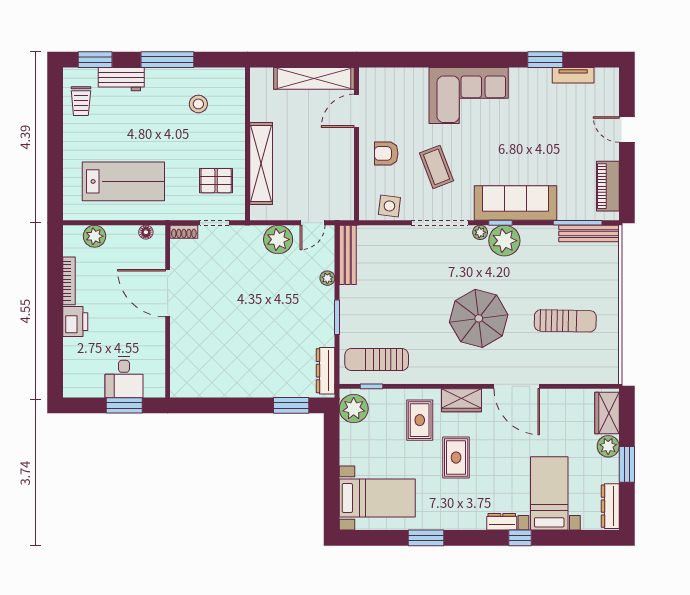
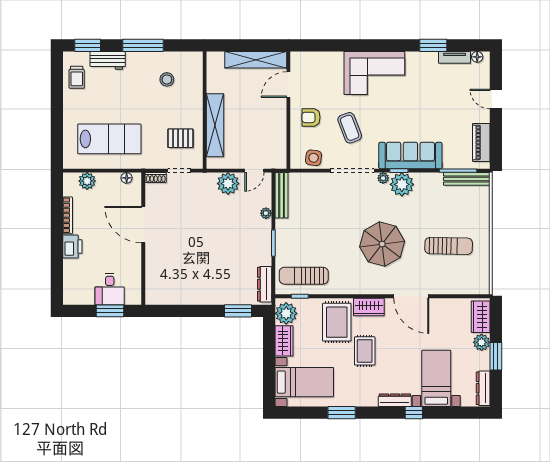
floor lamp: (603, 75) -> (477, 57), added
rug: (420, 420) -> (337, 322), width x1.36, depth x1.43
wardrobe: (351, 444) -> (284, 341), added
dresser: (502, 522) -> (395, 400), width x1.44

